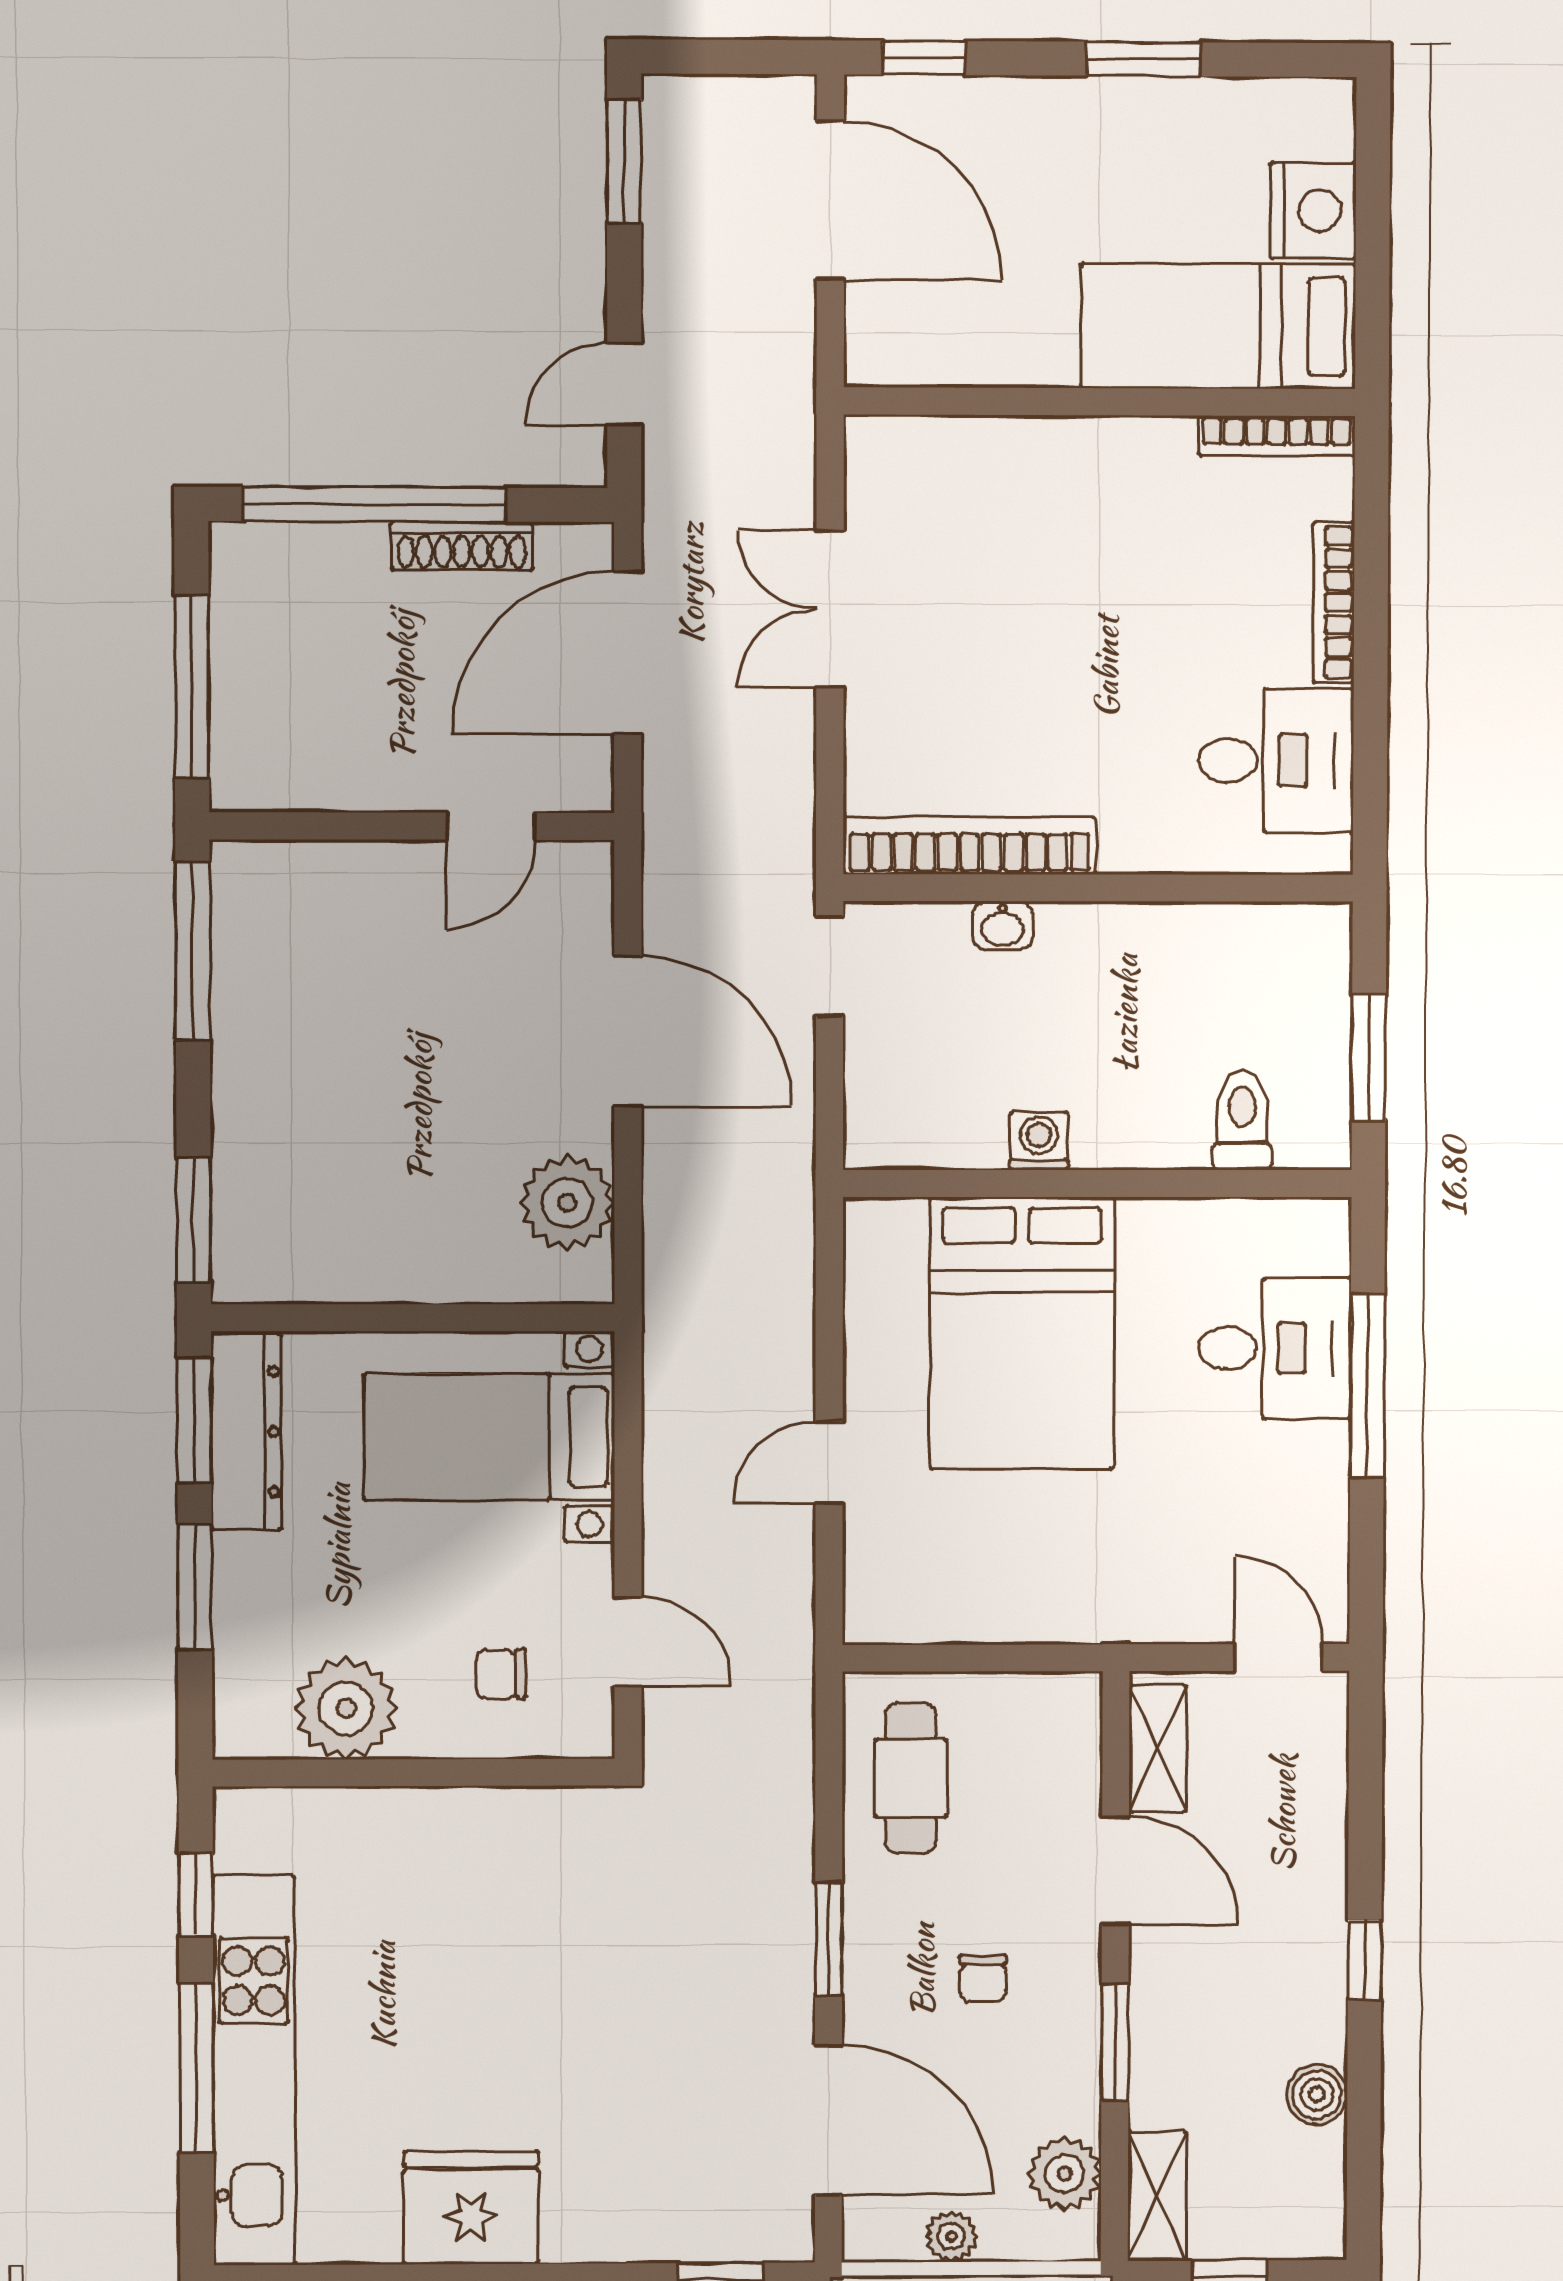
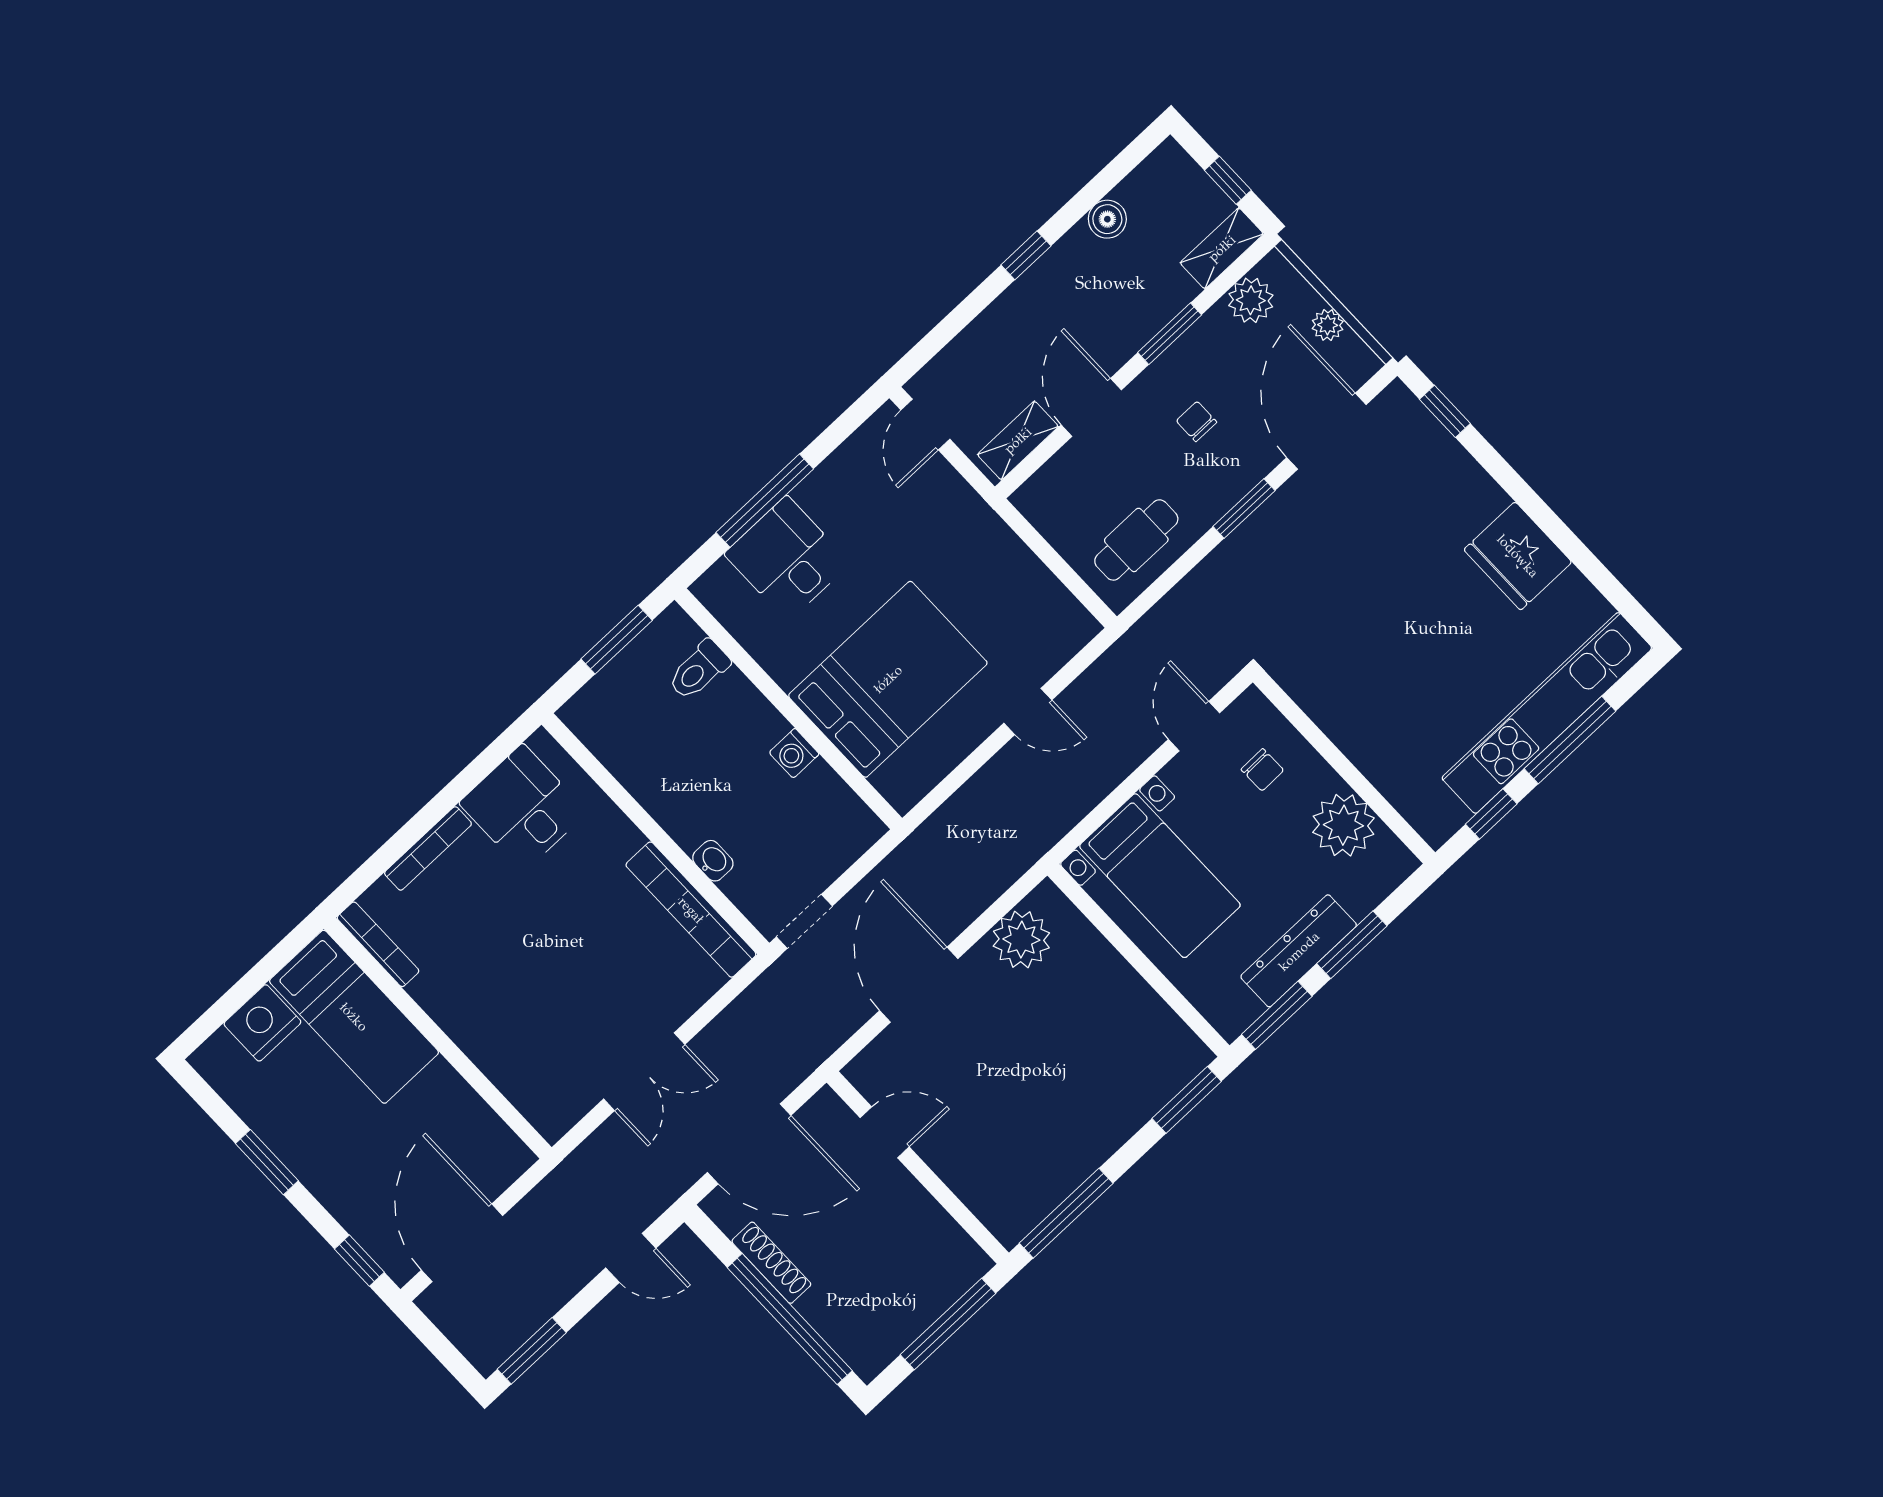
dresser: (246, 1432) -> (1299, 951), moved
chair: (983, 1978) -> (1196, 421), turned -90

